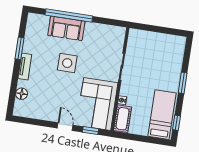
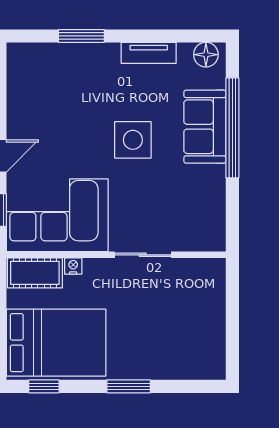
window: (20, 48) -> (81, 36), moved
tv unit: (25, 67) -> (149, 53), moved
floor lamp: (22, 94) -> (206, 55), moved
bed: (162, 115) -> (56, 343), width x1.50

